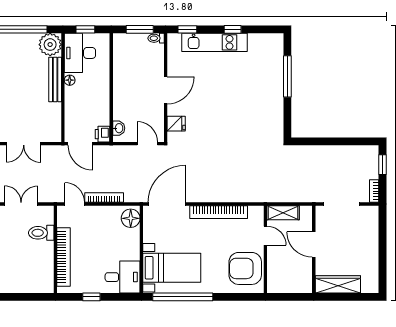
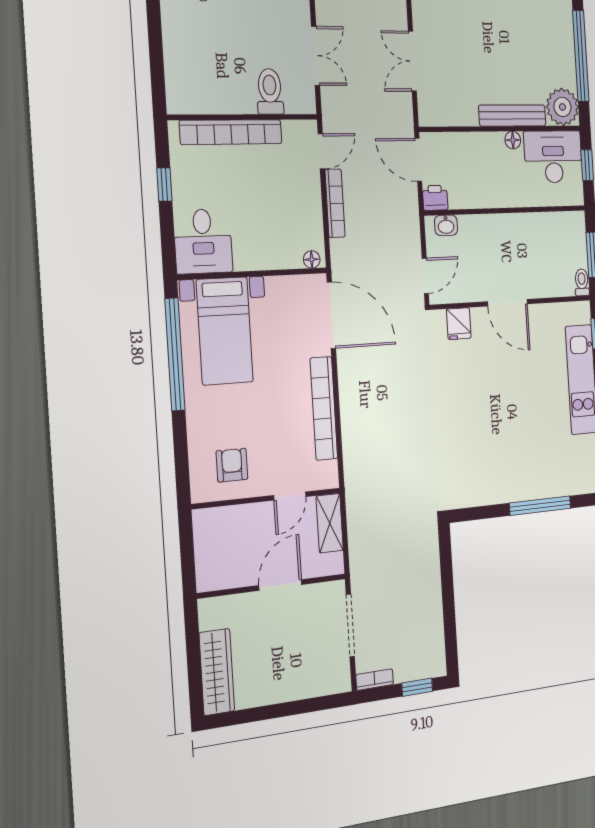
door: (80, 144) -> (418, 160), hinge flipped
floor lamp: (131, 218) -> (312, 259), width x0.53, depth x0.53
armchair: (245, 268) -> (232, 465), width x0.53, depth x0.53
wardrobe: (338, 284) -> (217, 672), moved

